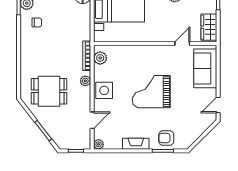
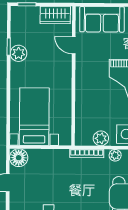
plant: (100, 58) -> (101, 138), moved

